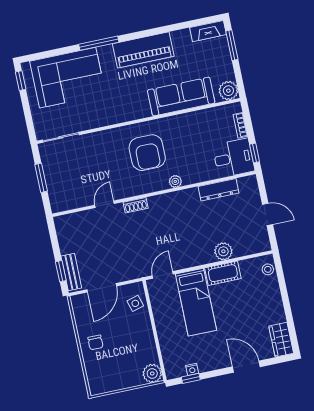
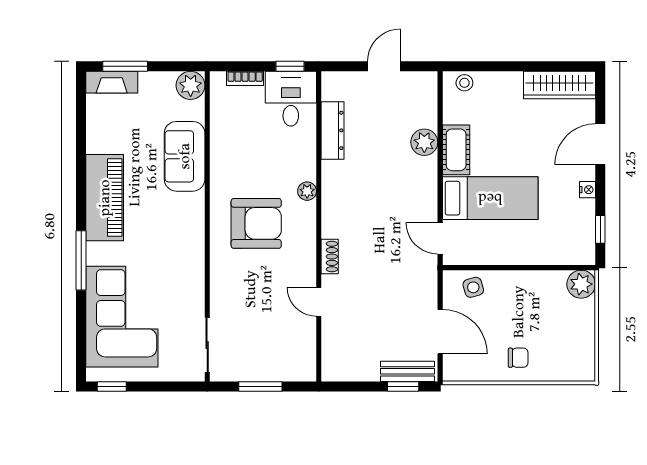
fireplace: (208, 31) -> (112, 82), moved, turned 90
sofa: (181, 97) -> (185, 156), width x0.73
wardrobe: (281, 340) -> (559, 85), width x1.50
nightstand: (192, 369) -> (588, 190), moved

